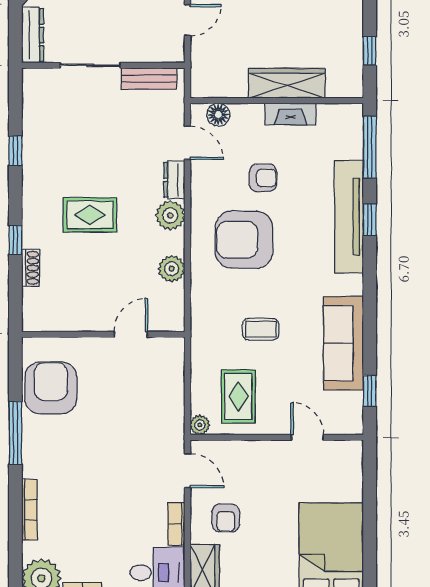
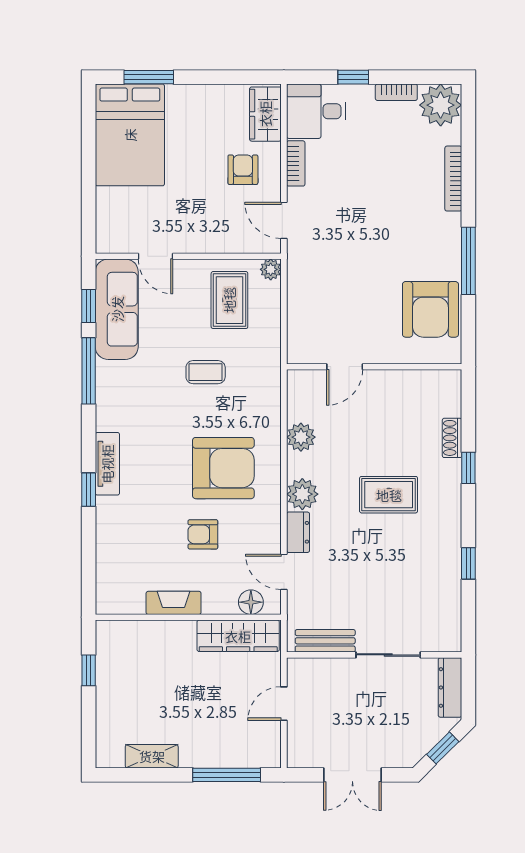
wardrobe: (287, 83) -> (238, 636), moved
window: (370, 147) -> (89, 371), moved
tv unit: (349, 217) -> (107, 464), width x0.52, depth x0.78
sofa: (343, 343) -> (117, 309), moved

